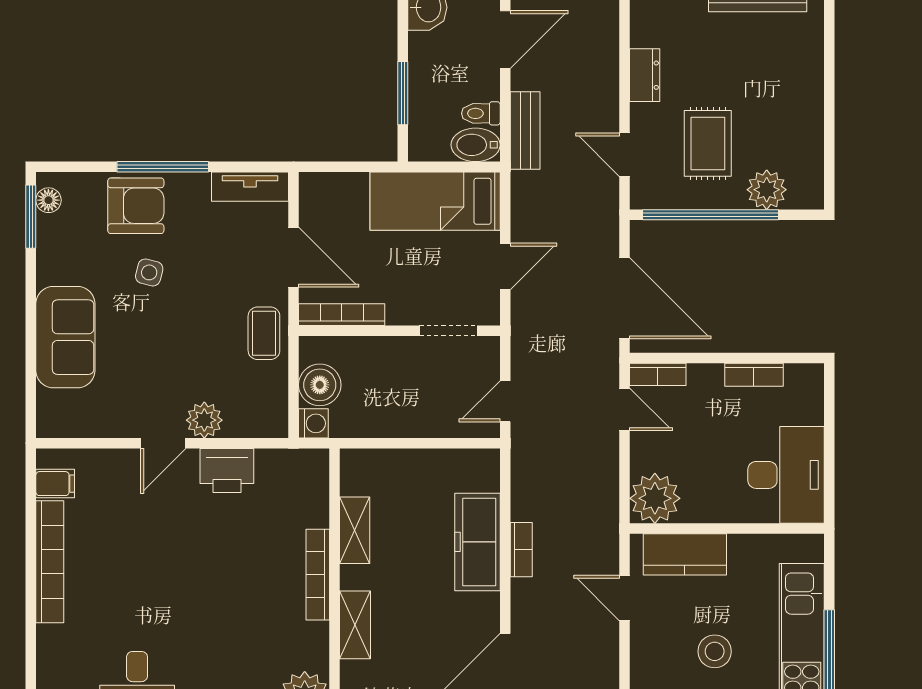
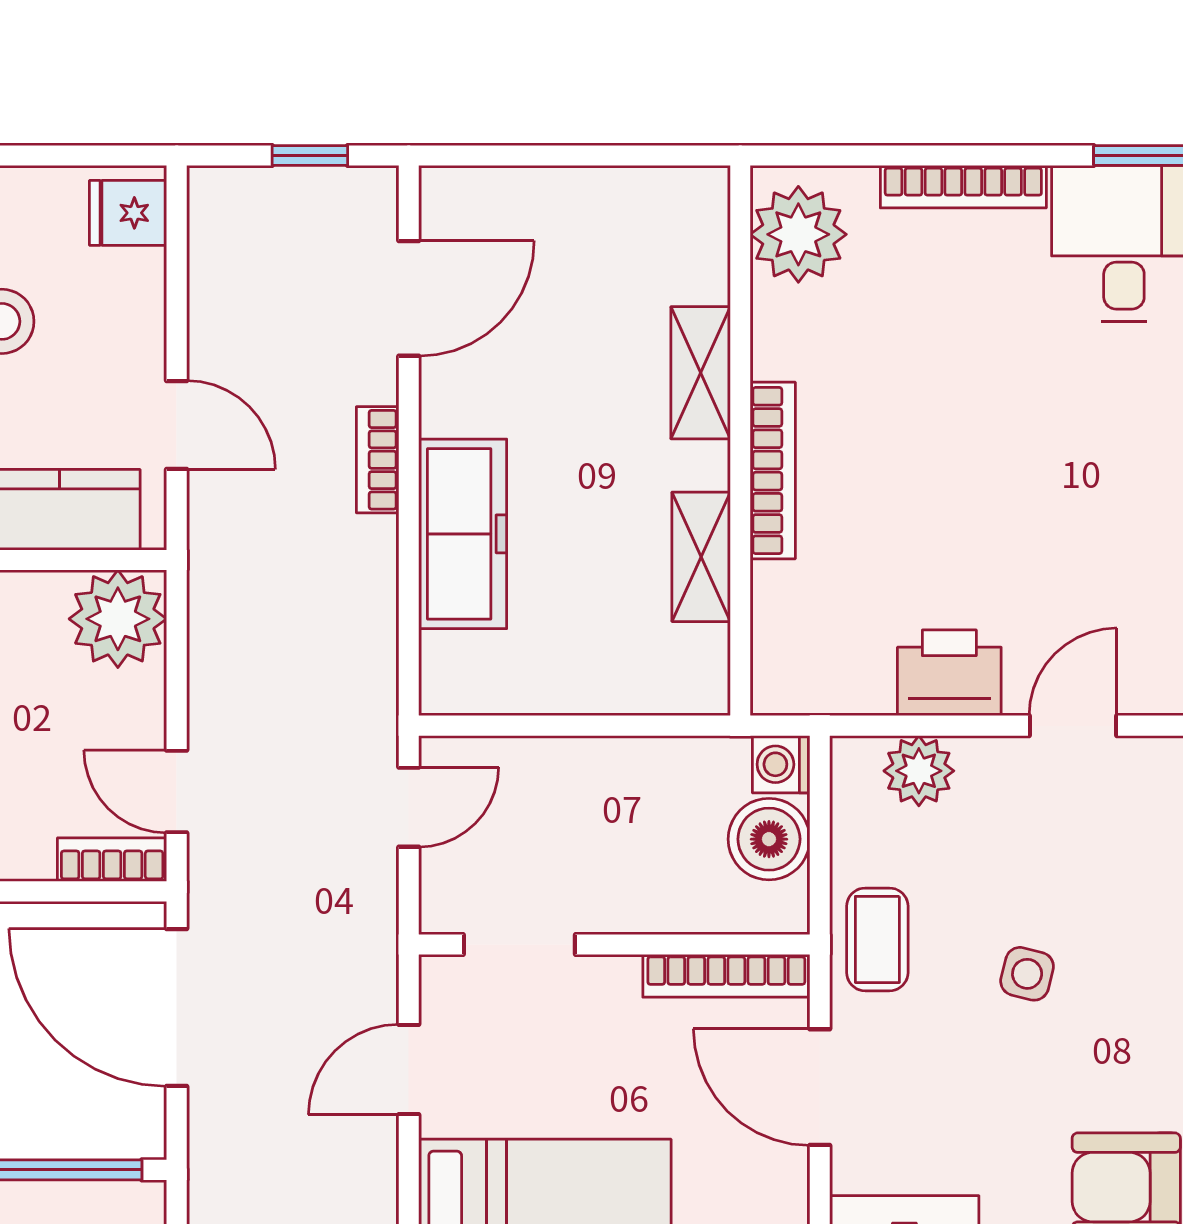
side table: (149, 272) -> (1027, 974), moved
plant: (204, 420) -> (919, 771), moved
bookcase: (521, 550) -> (378, 460), moved

